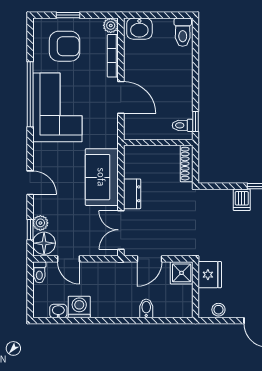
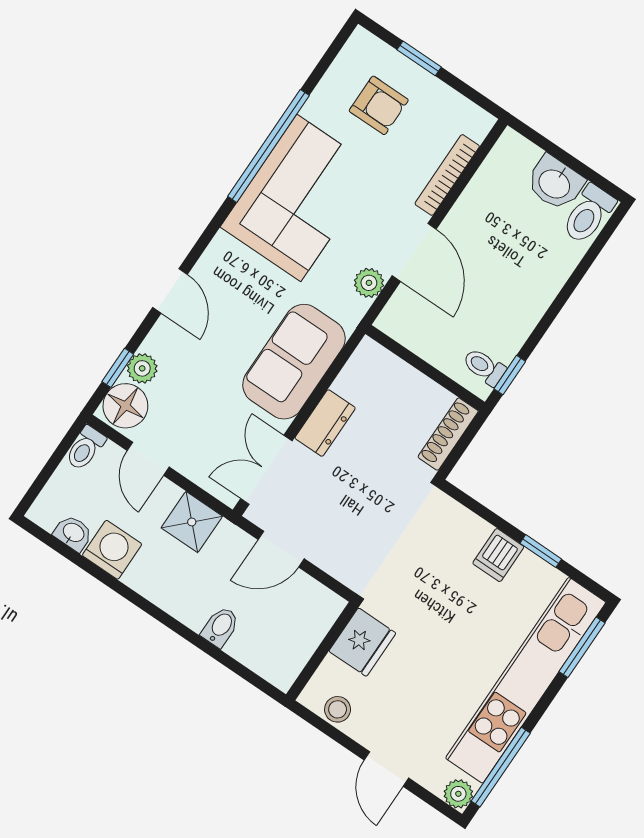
plant: (111, 25) -> (369, 283), moved
washbasin: (139, 29) -> (555, 183), moved
armchair: (65, 46) -> (379, 105), width x0.72, depth x0.72
shower: (182, 273) -> (192, 522), moved

